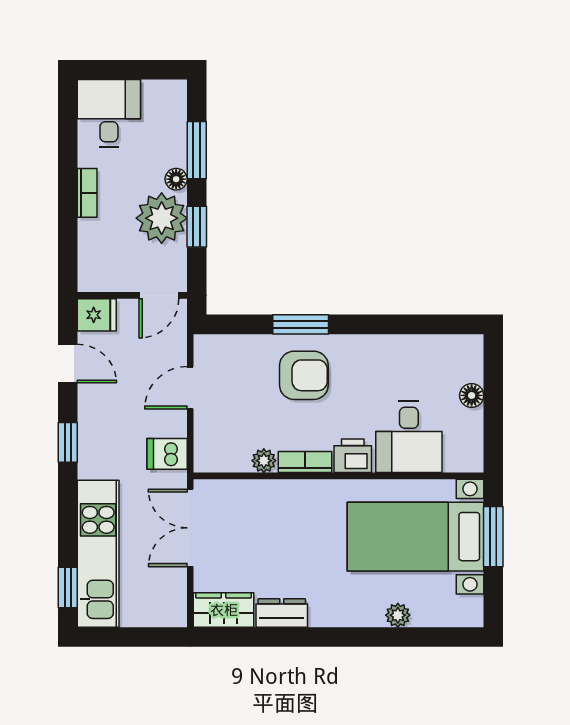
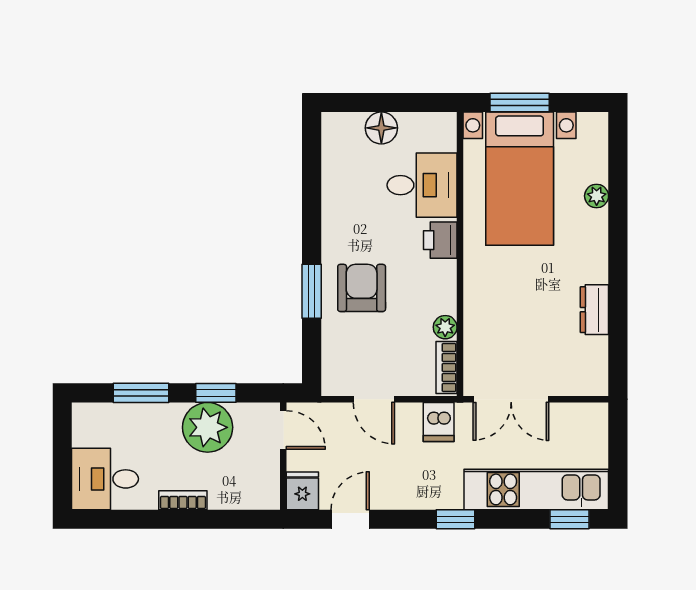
floor lamp: (176, 179) -> (169, 413), removed
floor lamp: (472, 395) -> (381, 128), width x1.37, depth x1.37
window: (68, 442) -> (455, 519), moved
bookcase: (305, 462) -> (447, 368), moved
wardrobe: (224, 610) -> (591, 367), removed

